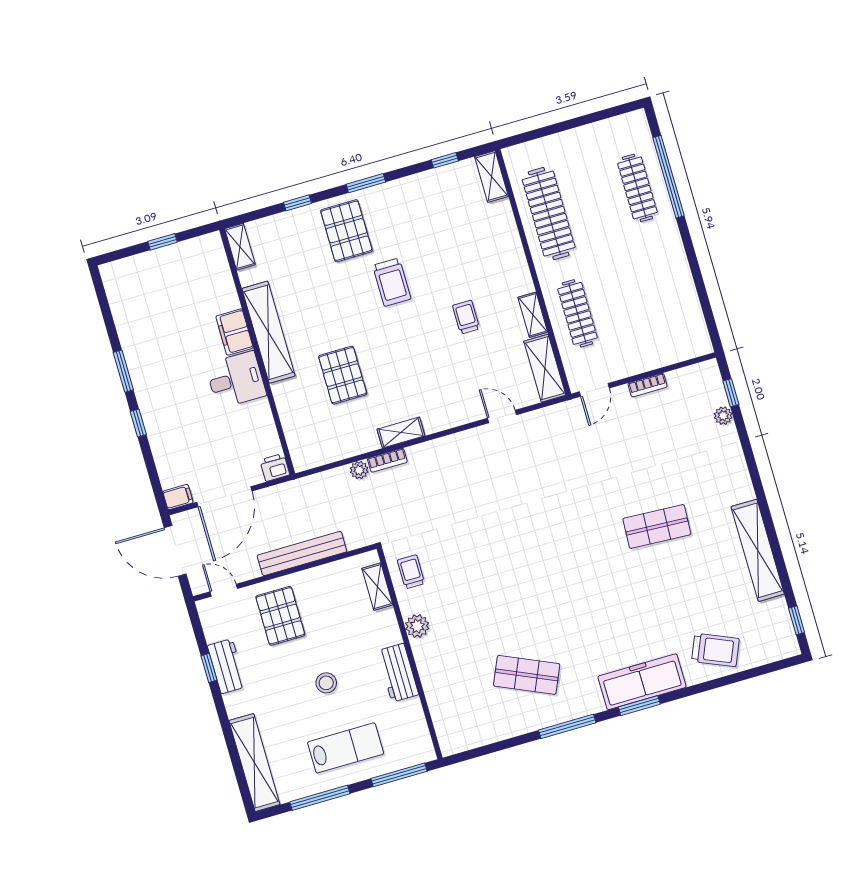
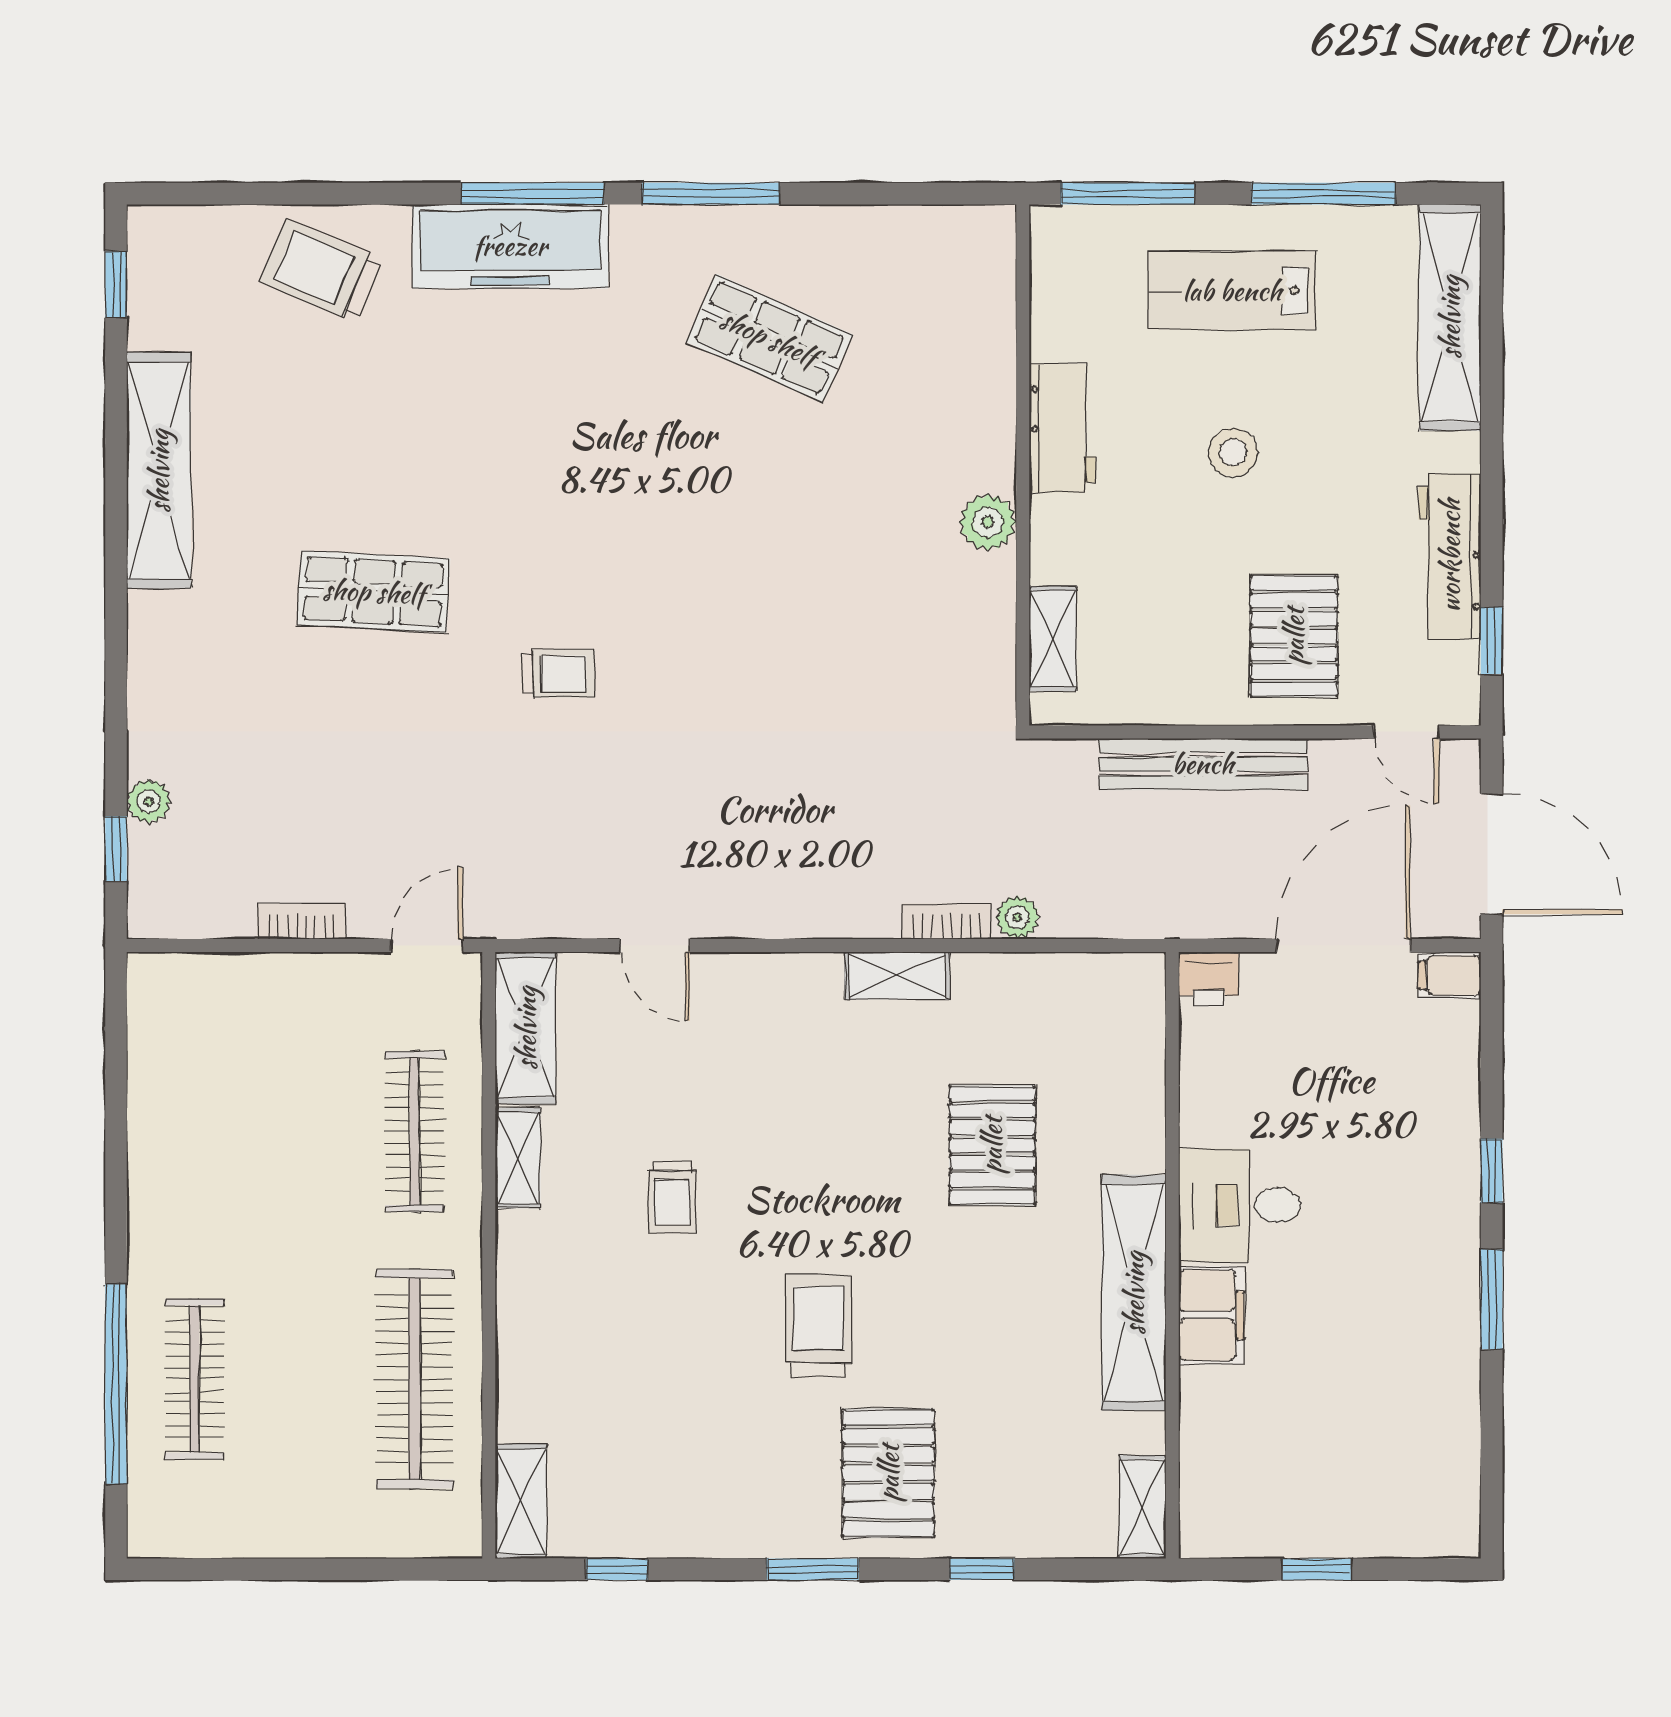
trolley: (411, 572) -> (559, 674), moved, turned -90
workbench: (227, 666) -> (1450, 556), width x1.38
window: (209, 668) -> (1492, 641), moved
window: (639, 706) -> (532, 194), width x1.44

